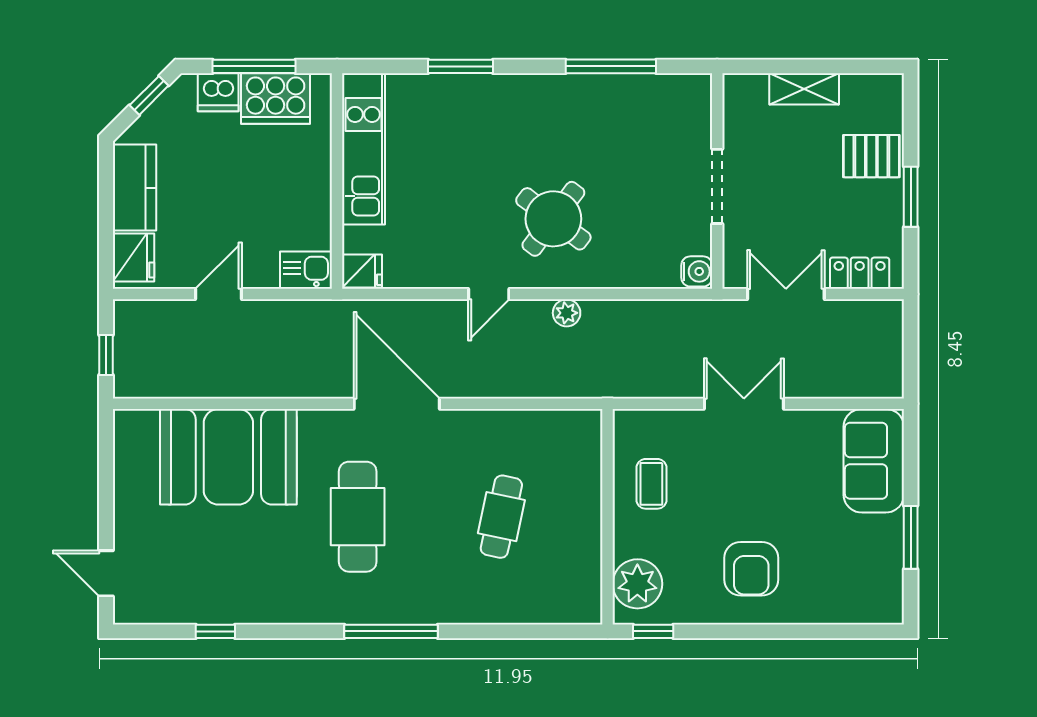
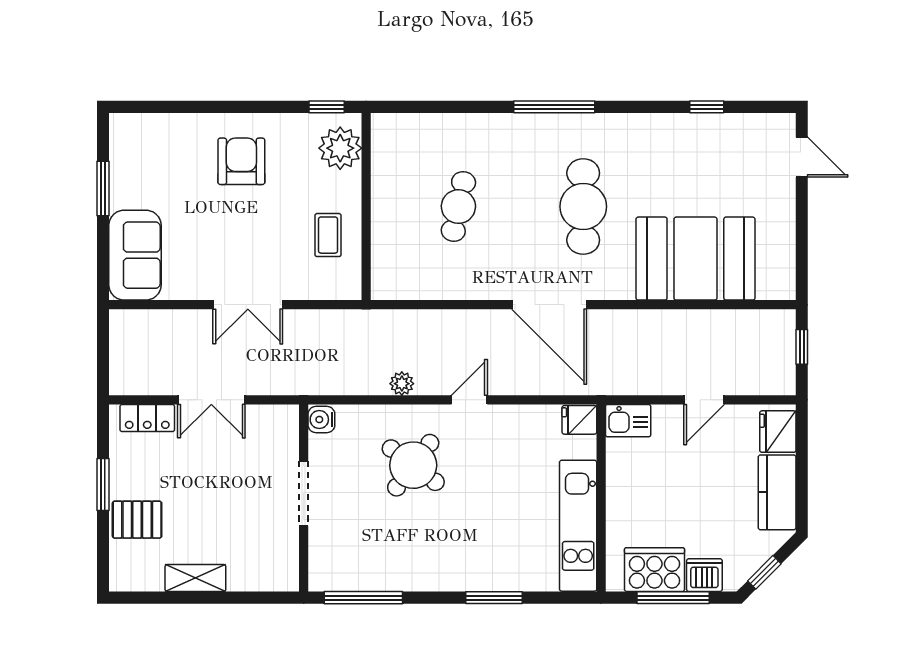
wall: (717, 181) -> (304, 498), moved
doorway: (717, 186) -> (304, 493), moved
water cooler: (697, 271) -> (321, 420), moved

